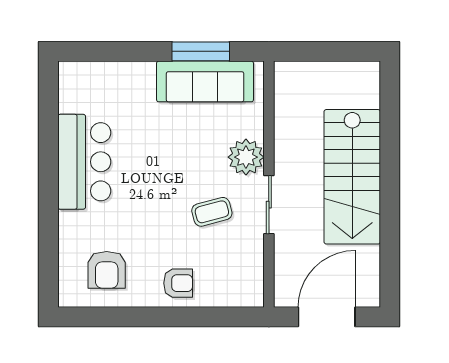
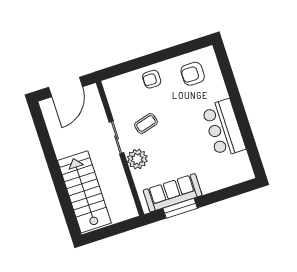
stairs: (352, 177) -> (84, 192), moved
armchair: (107, 270) -> (193, 74), turned -90

